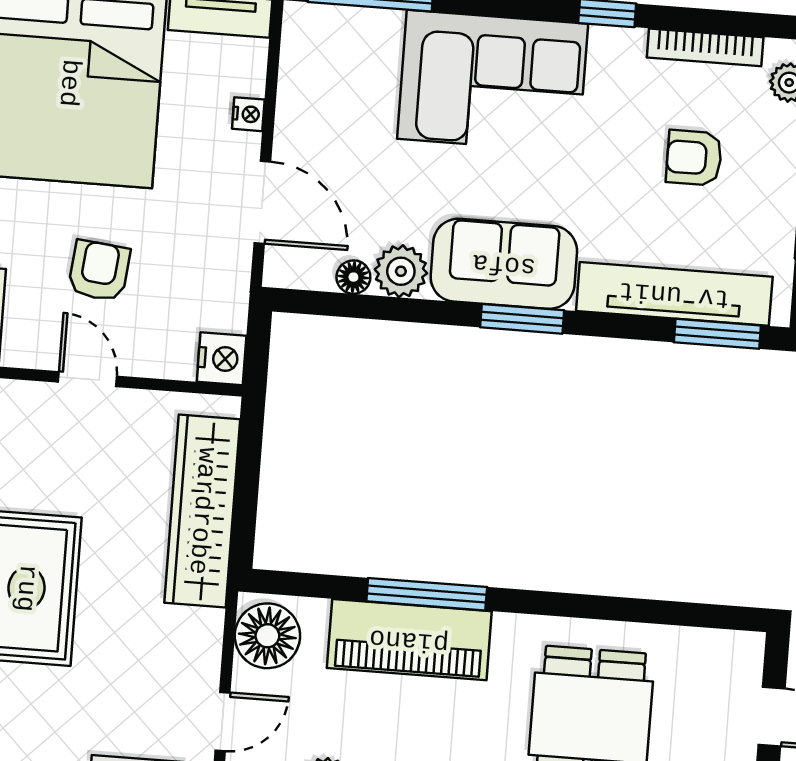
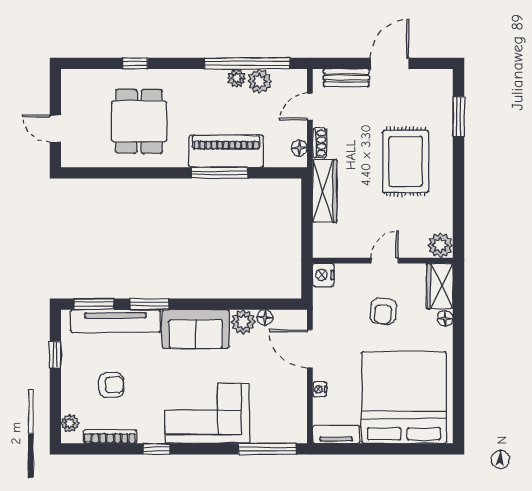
window: (522, 319) -> (150, 304), moved
door: (87, 379) -> (385, 261), swing flipped
wardrobe: (202, 511) -> (325, 191), width x0.71, depth x0.85
floor lamp: (267, 636) -> (299, 148), width x0.53, depth x0.53
shoe rack: (208, 642) -> (320, 143), added

